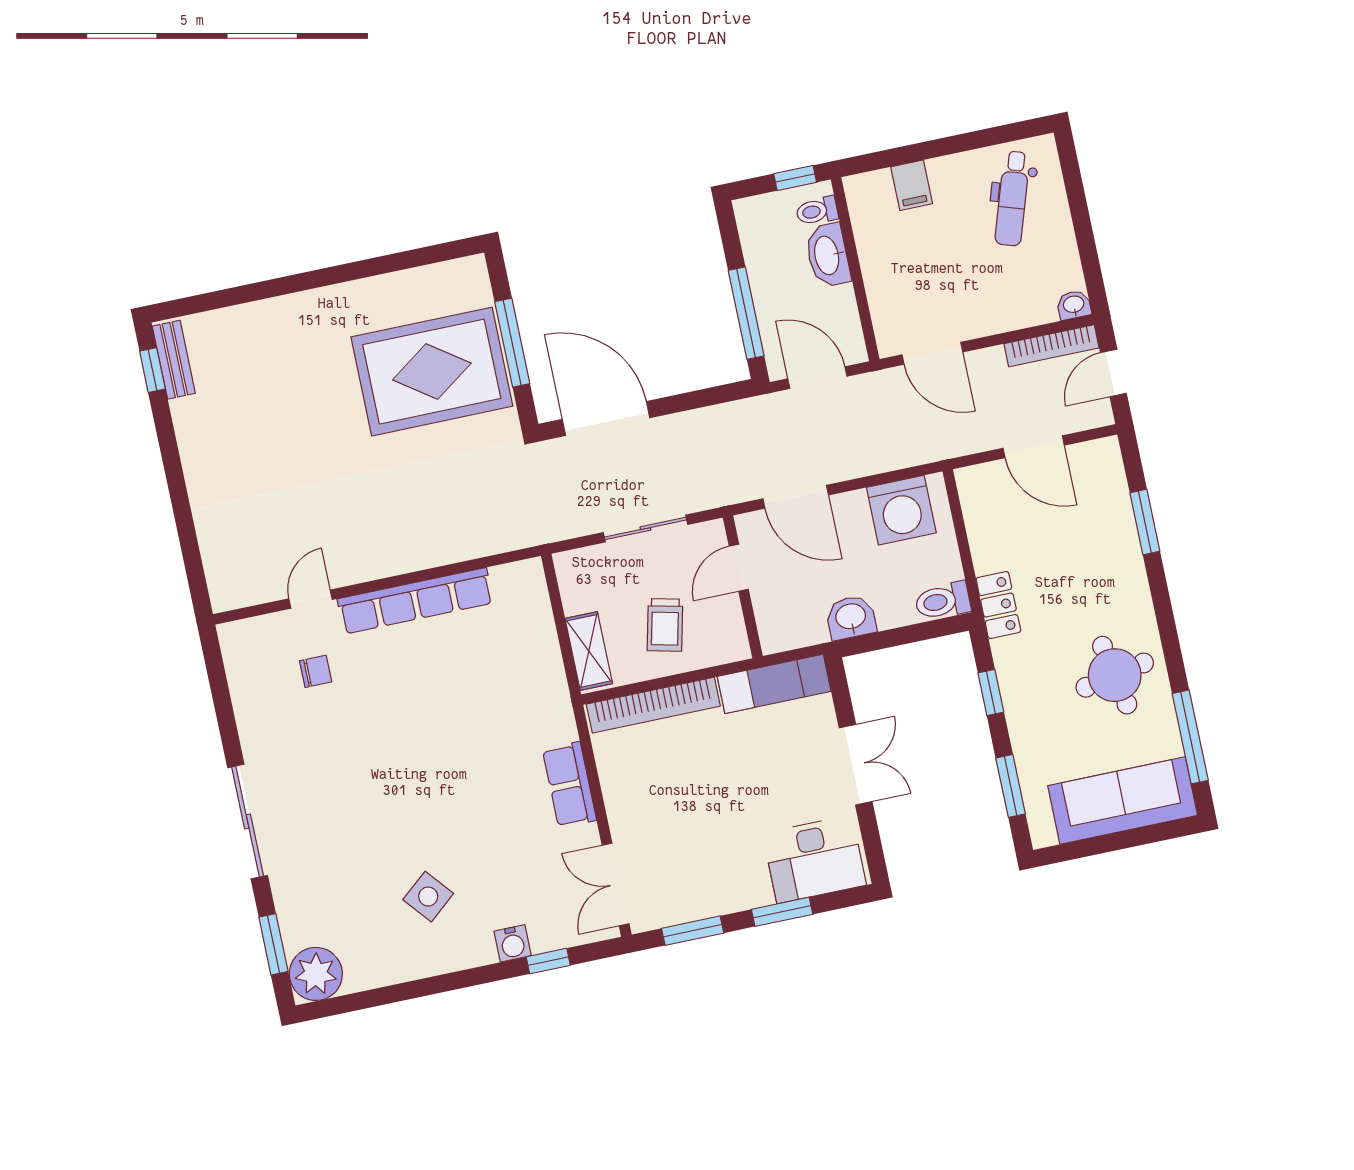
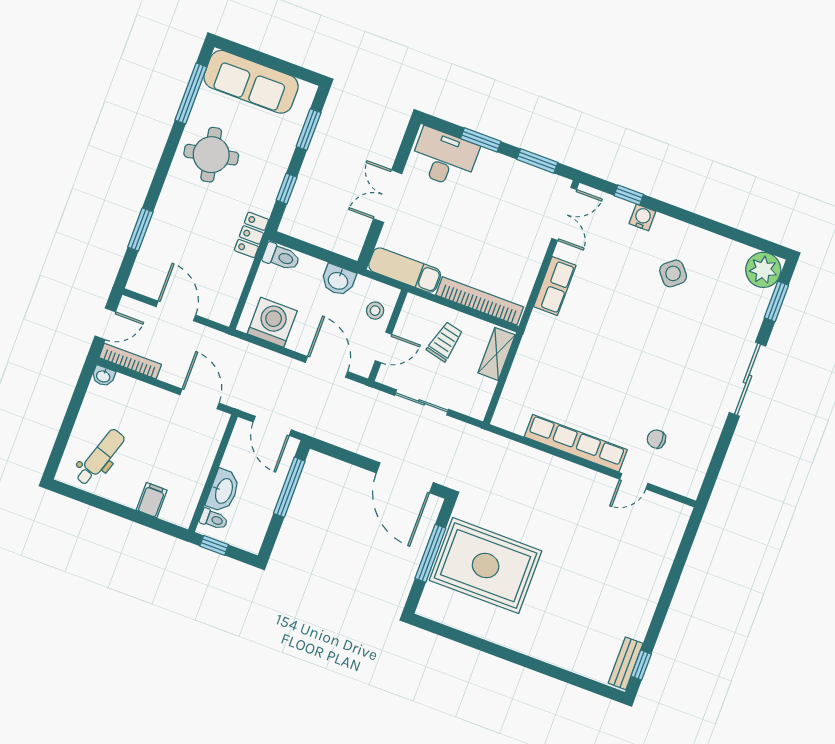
stool: (779, 608) -> (375, 311), added

